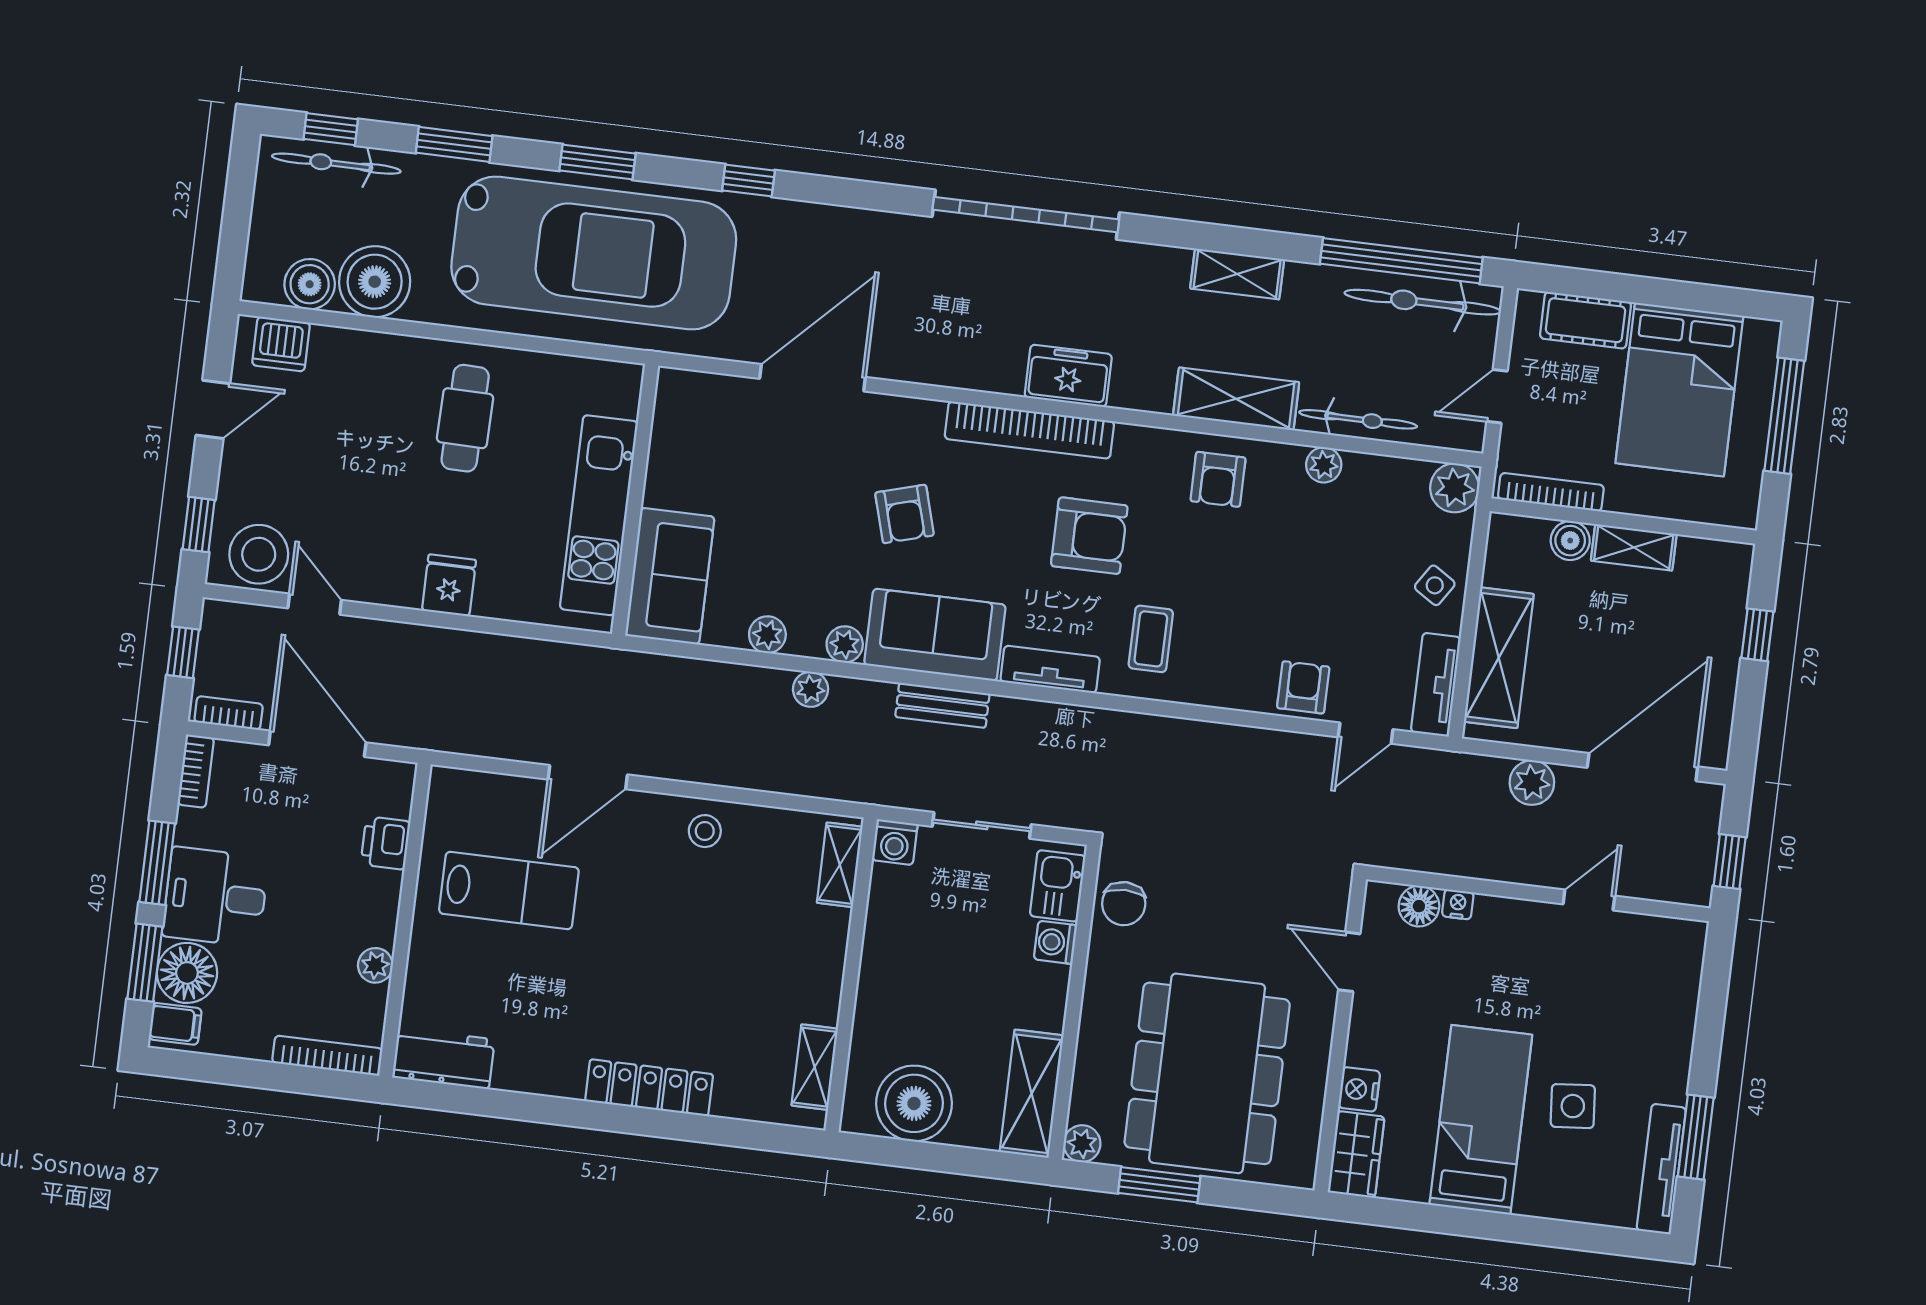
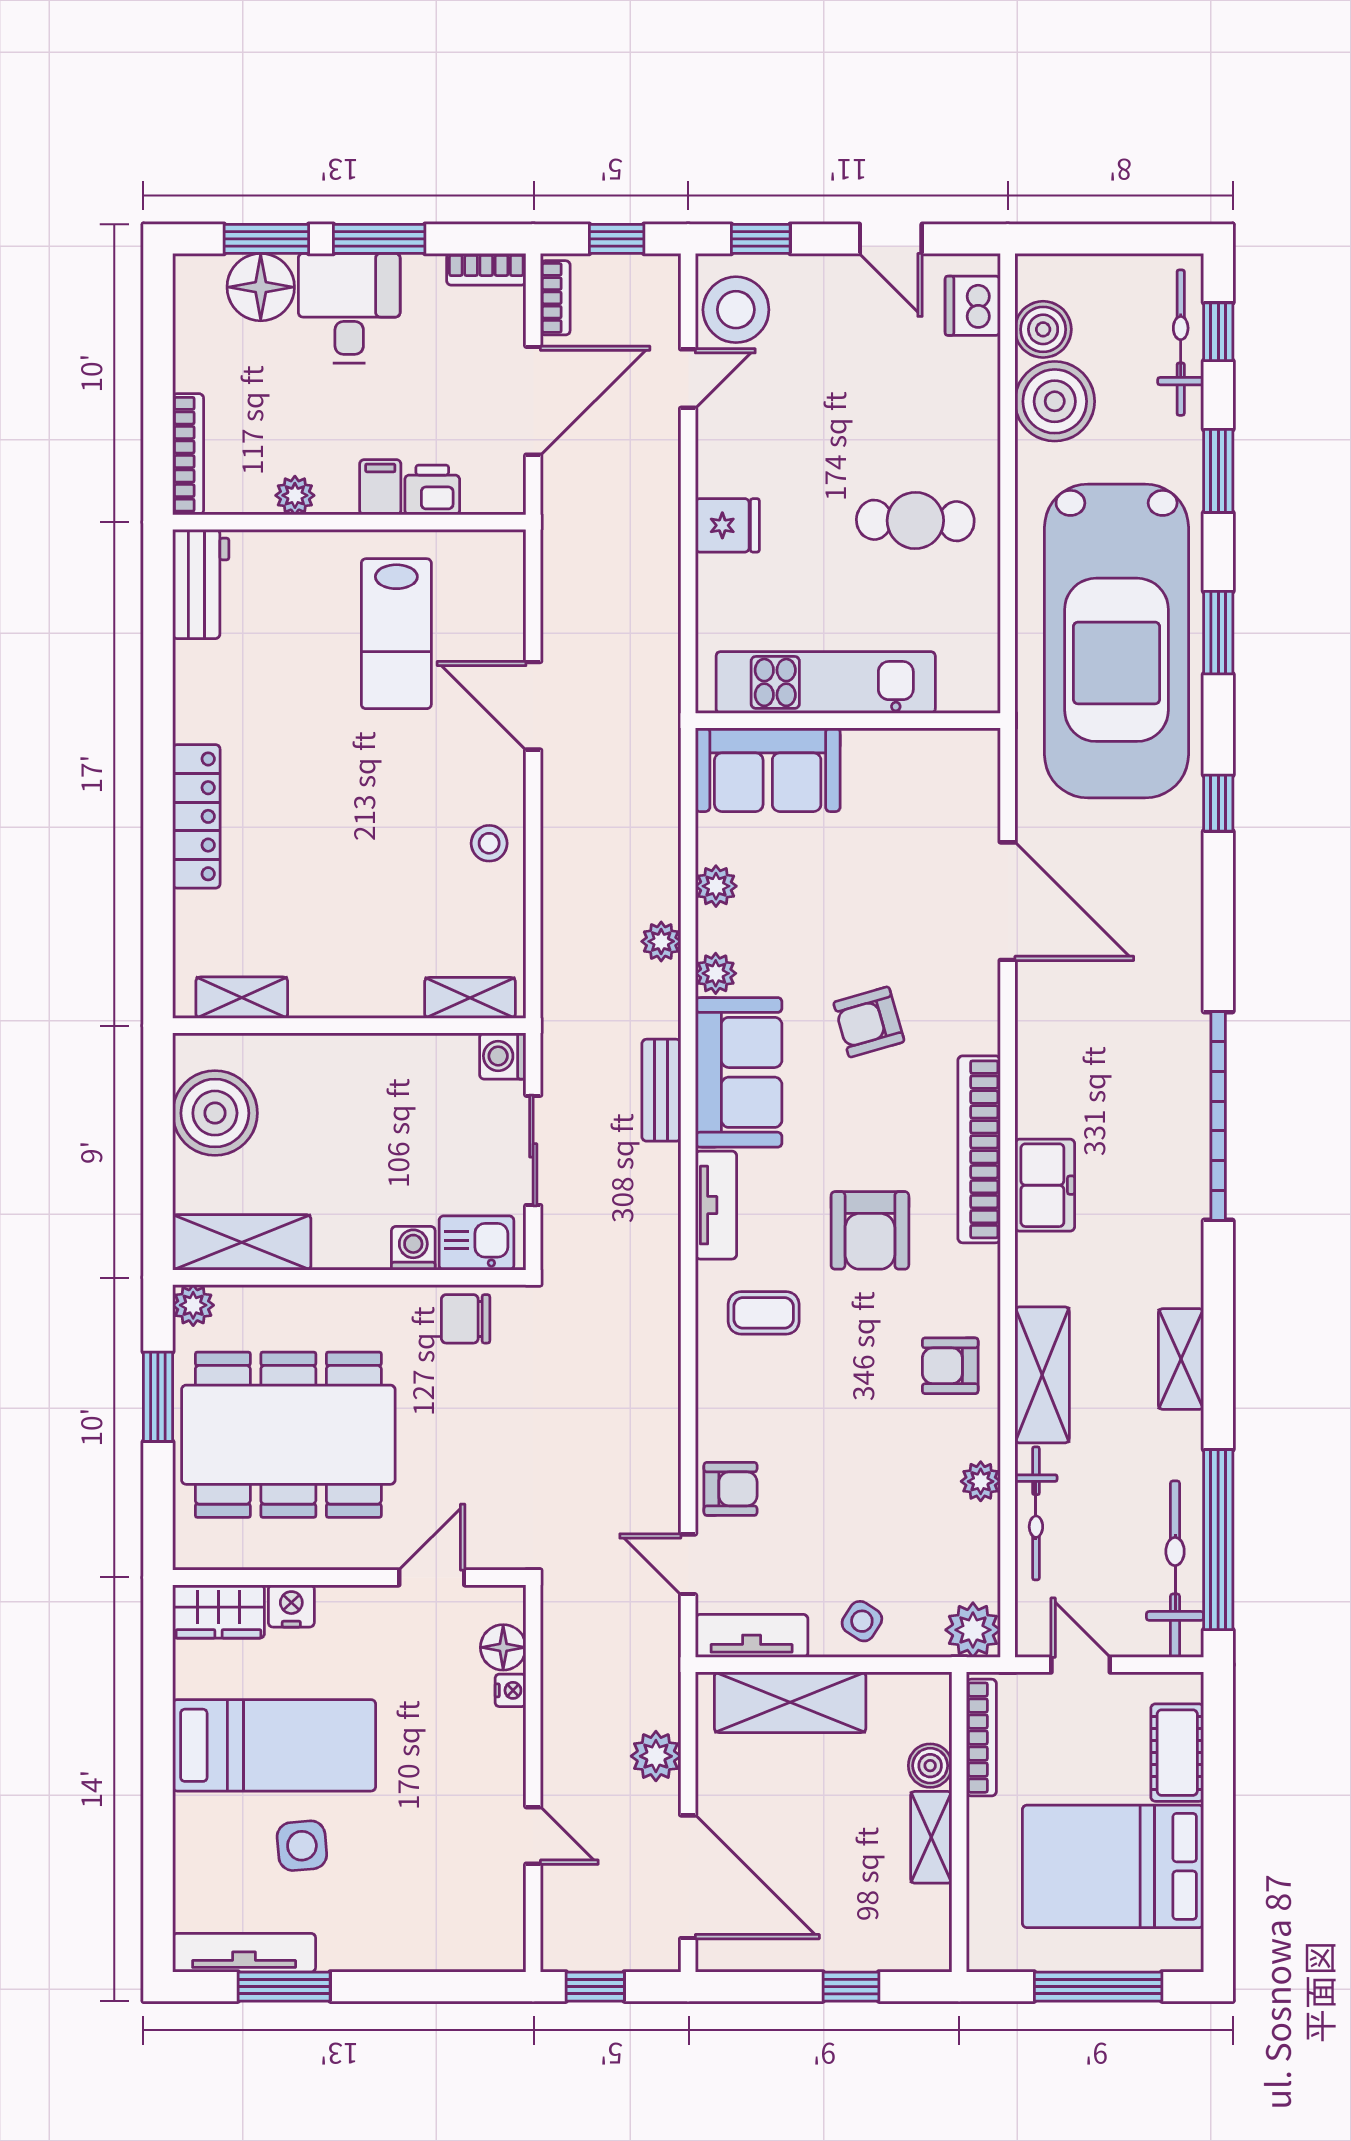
filing cabinet: (175, 1024) -> (380, 487), moved, turned 180

